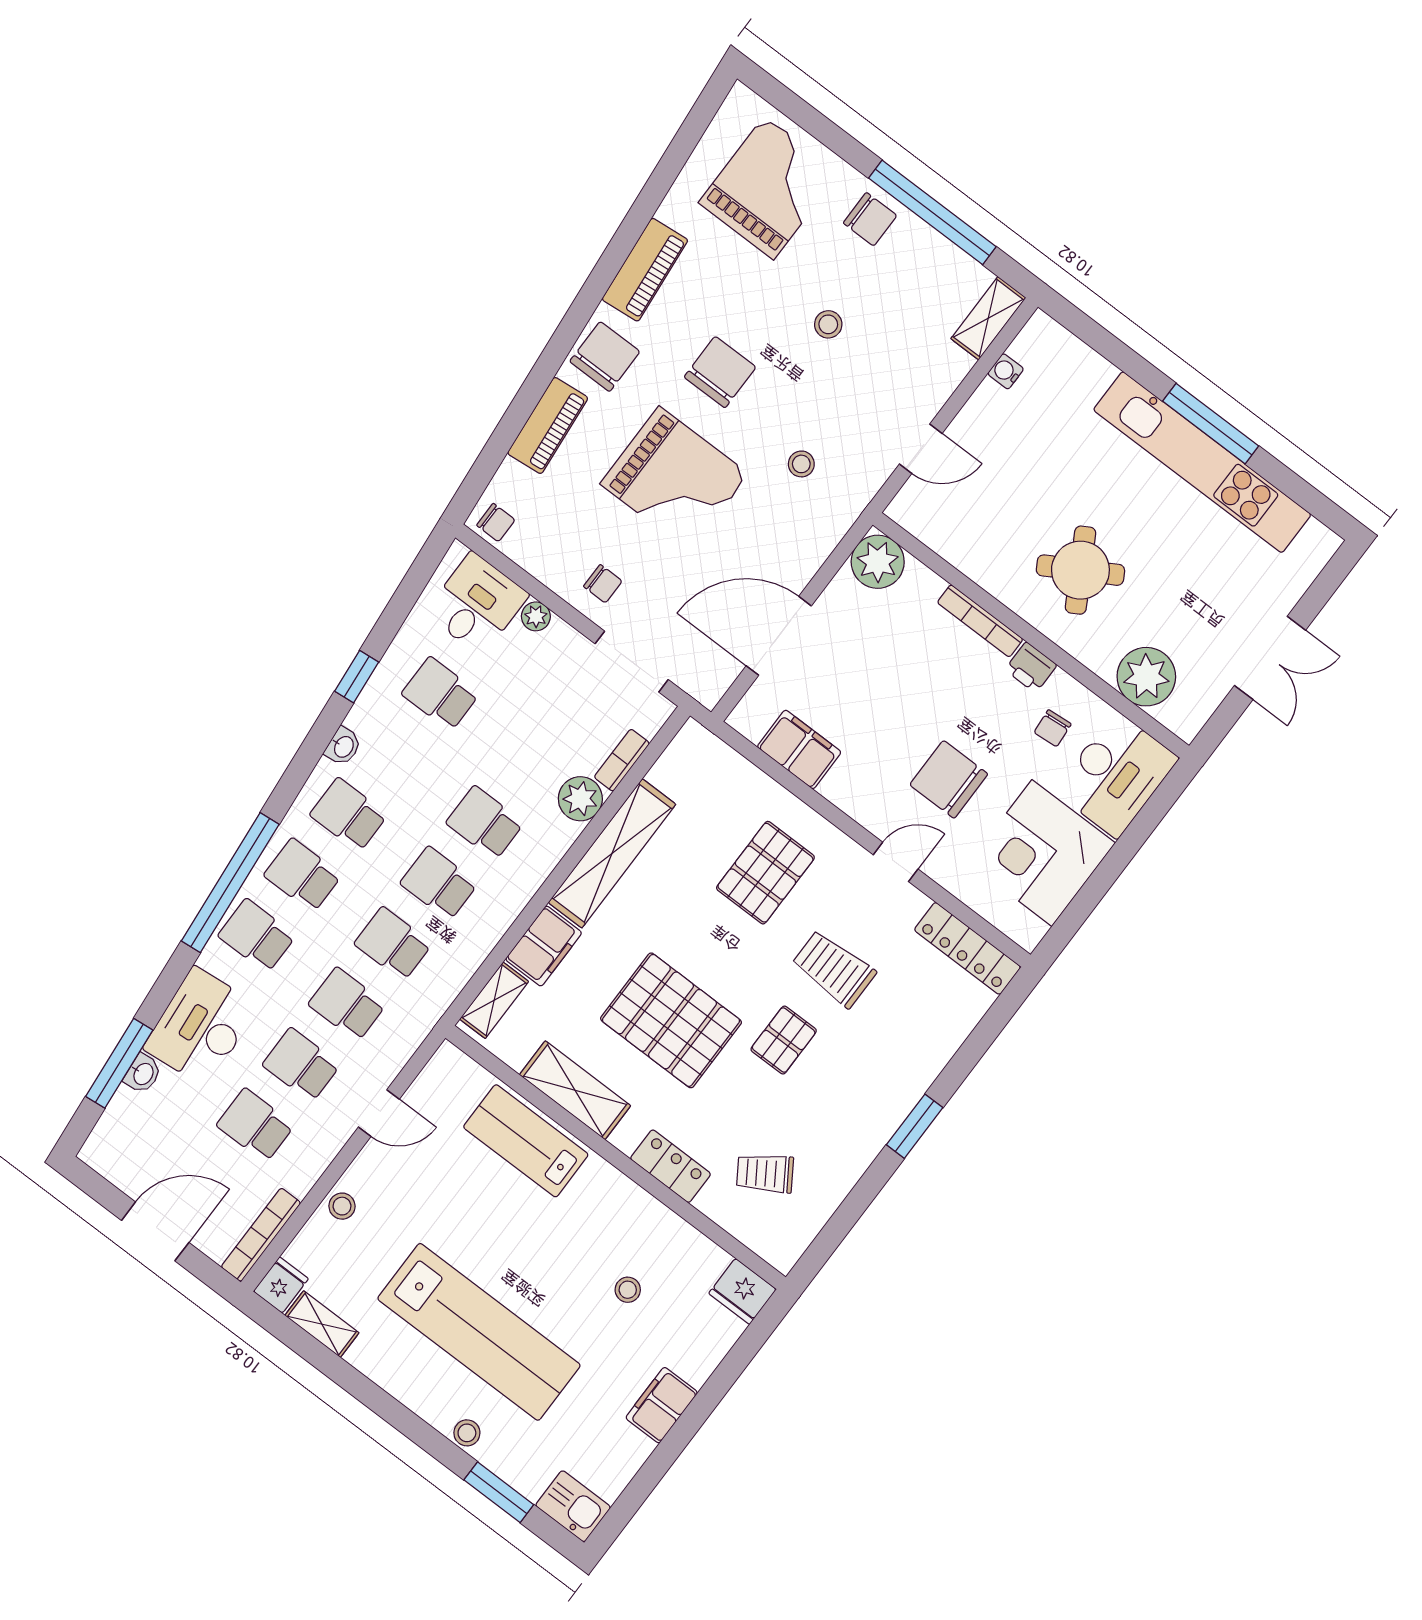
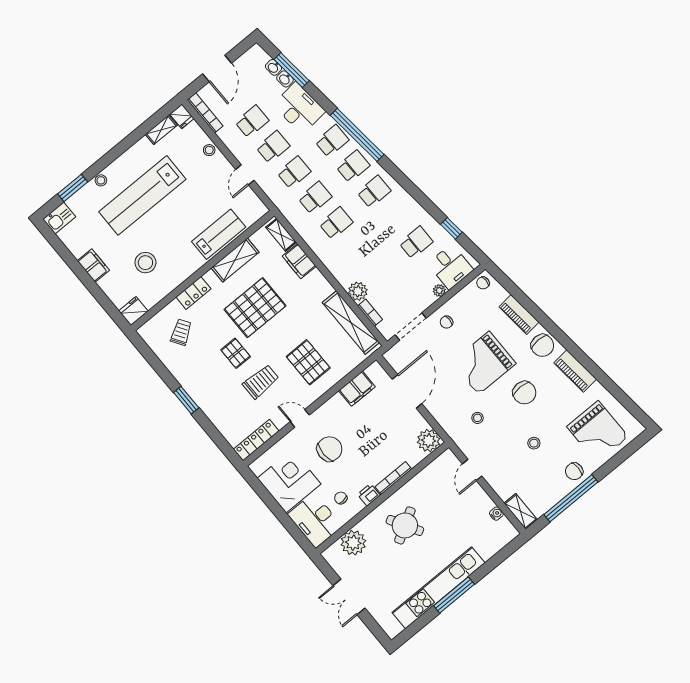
window: (357, 677) -> (451, 228), moved
washbasin: (343, 746) -> (273, 67), moved
school desk: (485, 823) -> (357, 248), removed
shelving: (612, 853) -> (351, 323), moved
door: (896, 862) -> (300, 418), swing flipped
stool: (628, 1290) -> (145, 263), width x1.89, depth x1.89

